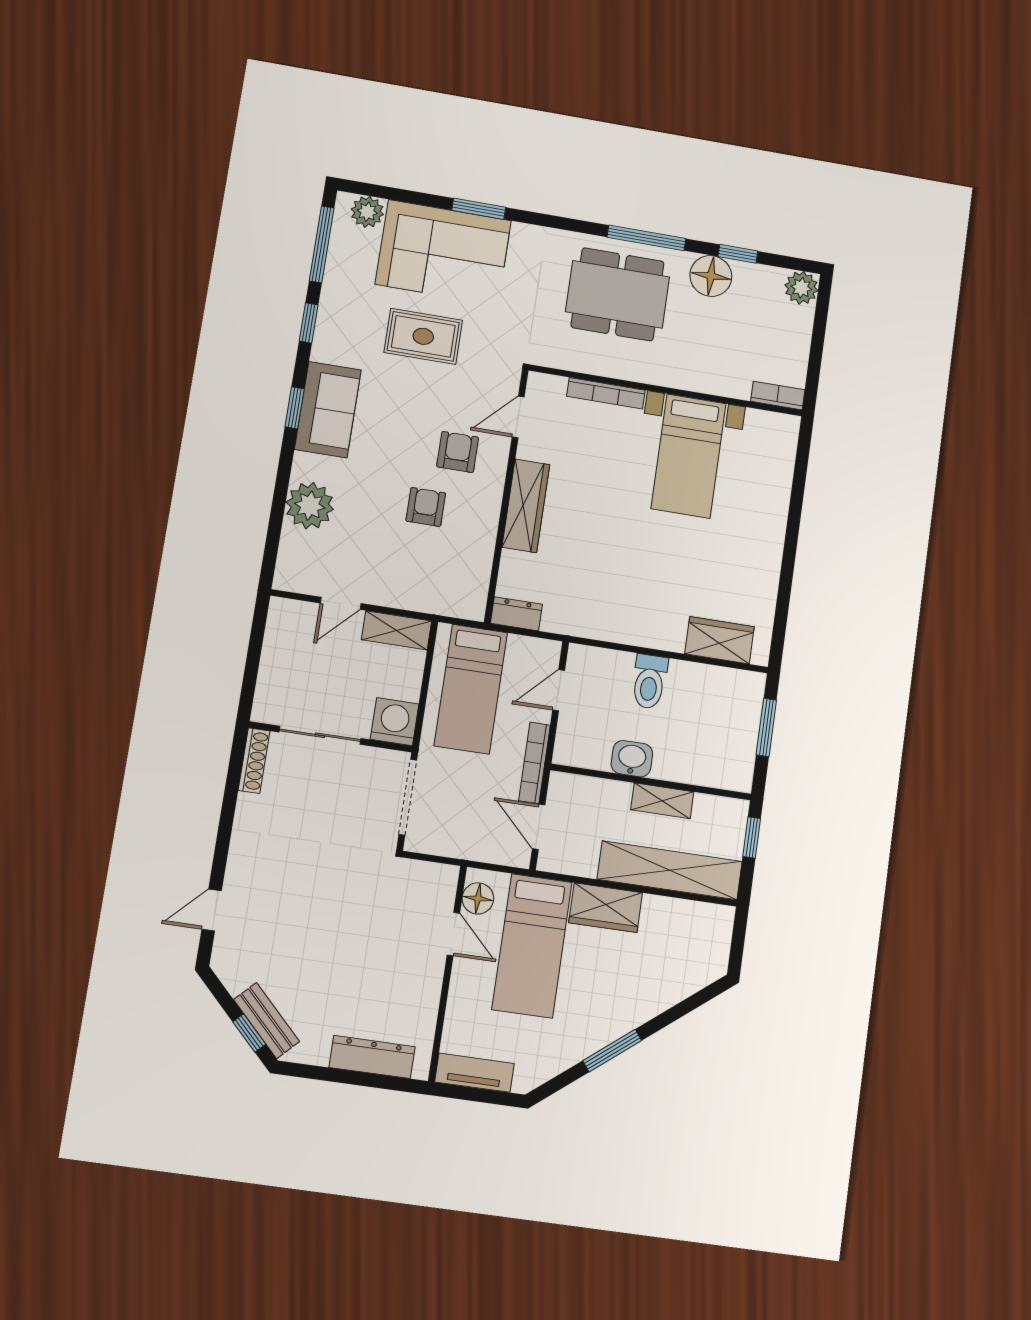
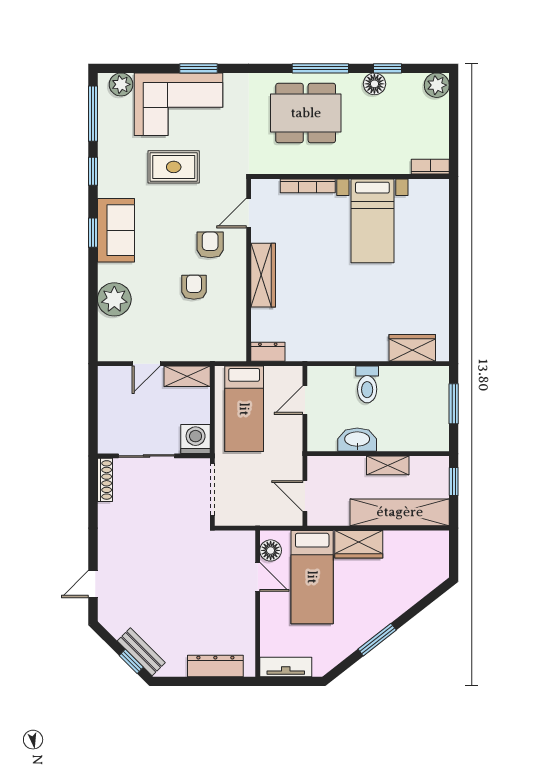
floor lamp: (711, 276) -> (374, 84), width x0.73, depth x0.73
washbasin: (632, 759) -> (357, 440), width x1.38
bookcase: (534, 763) -> (296, 453), removed

